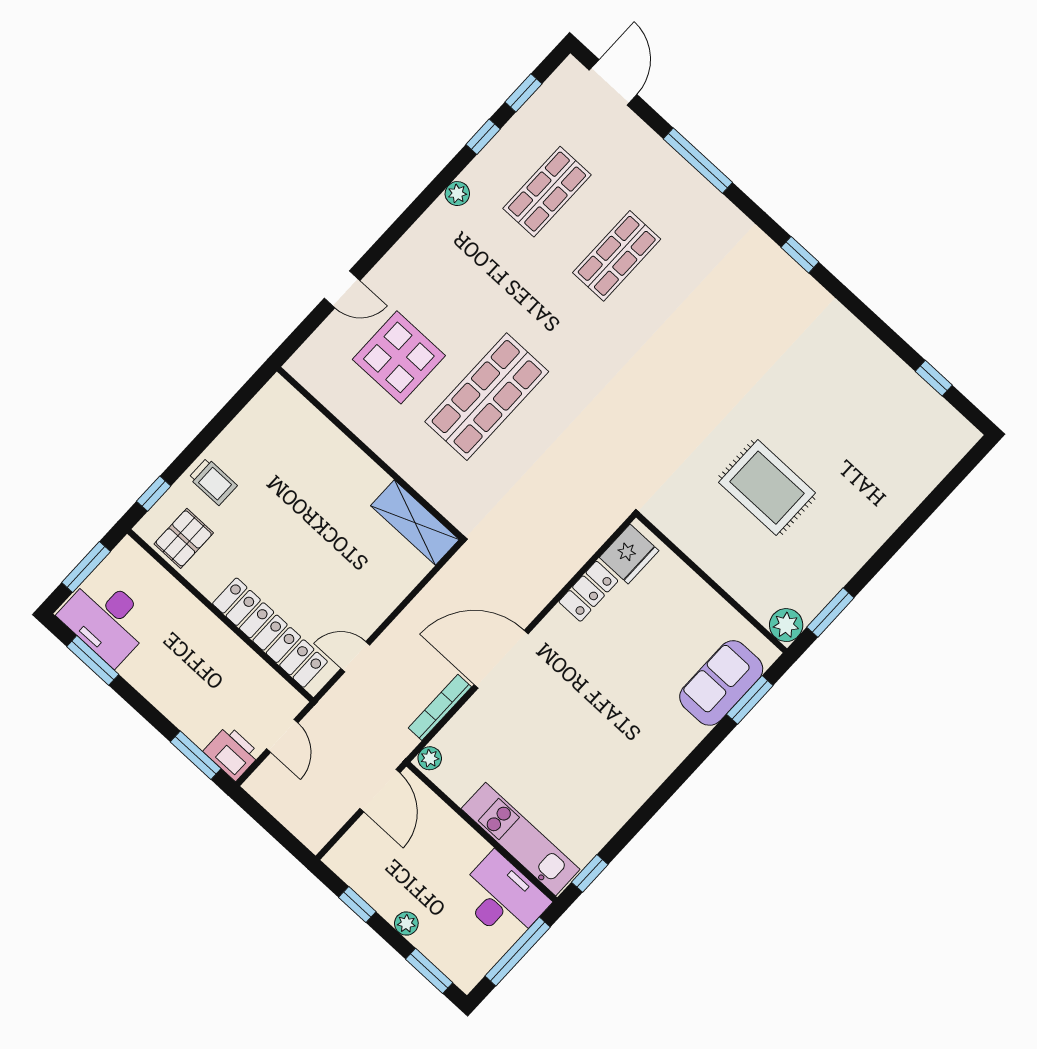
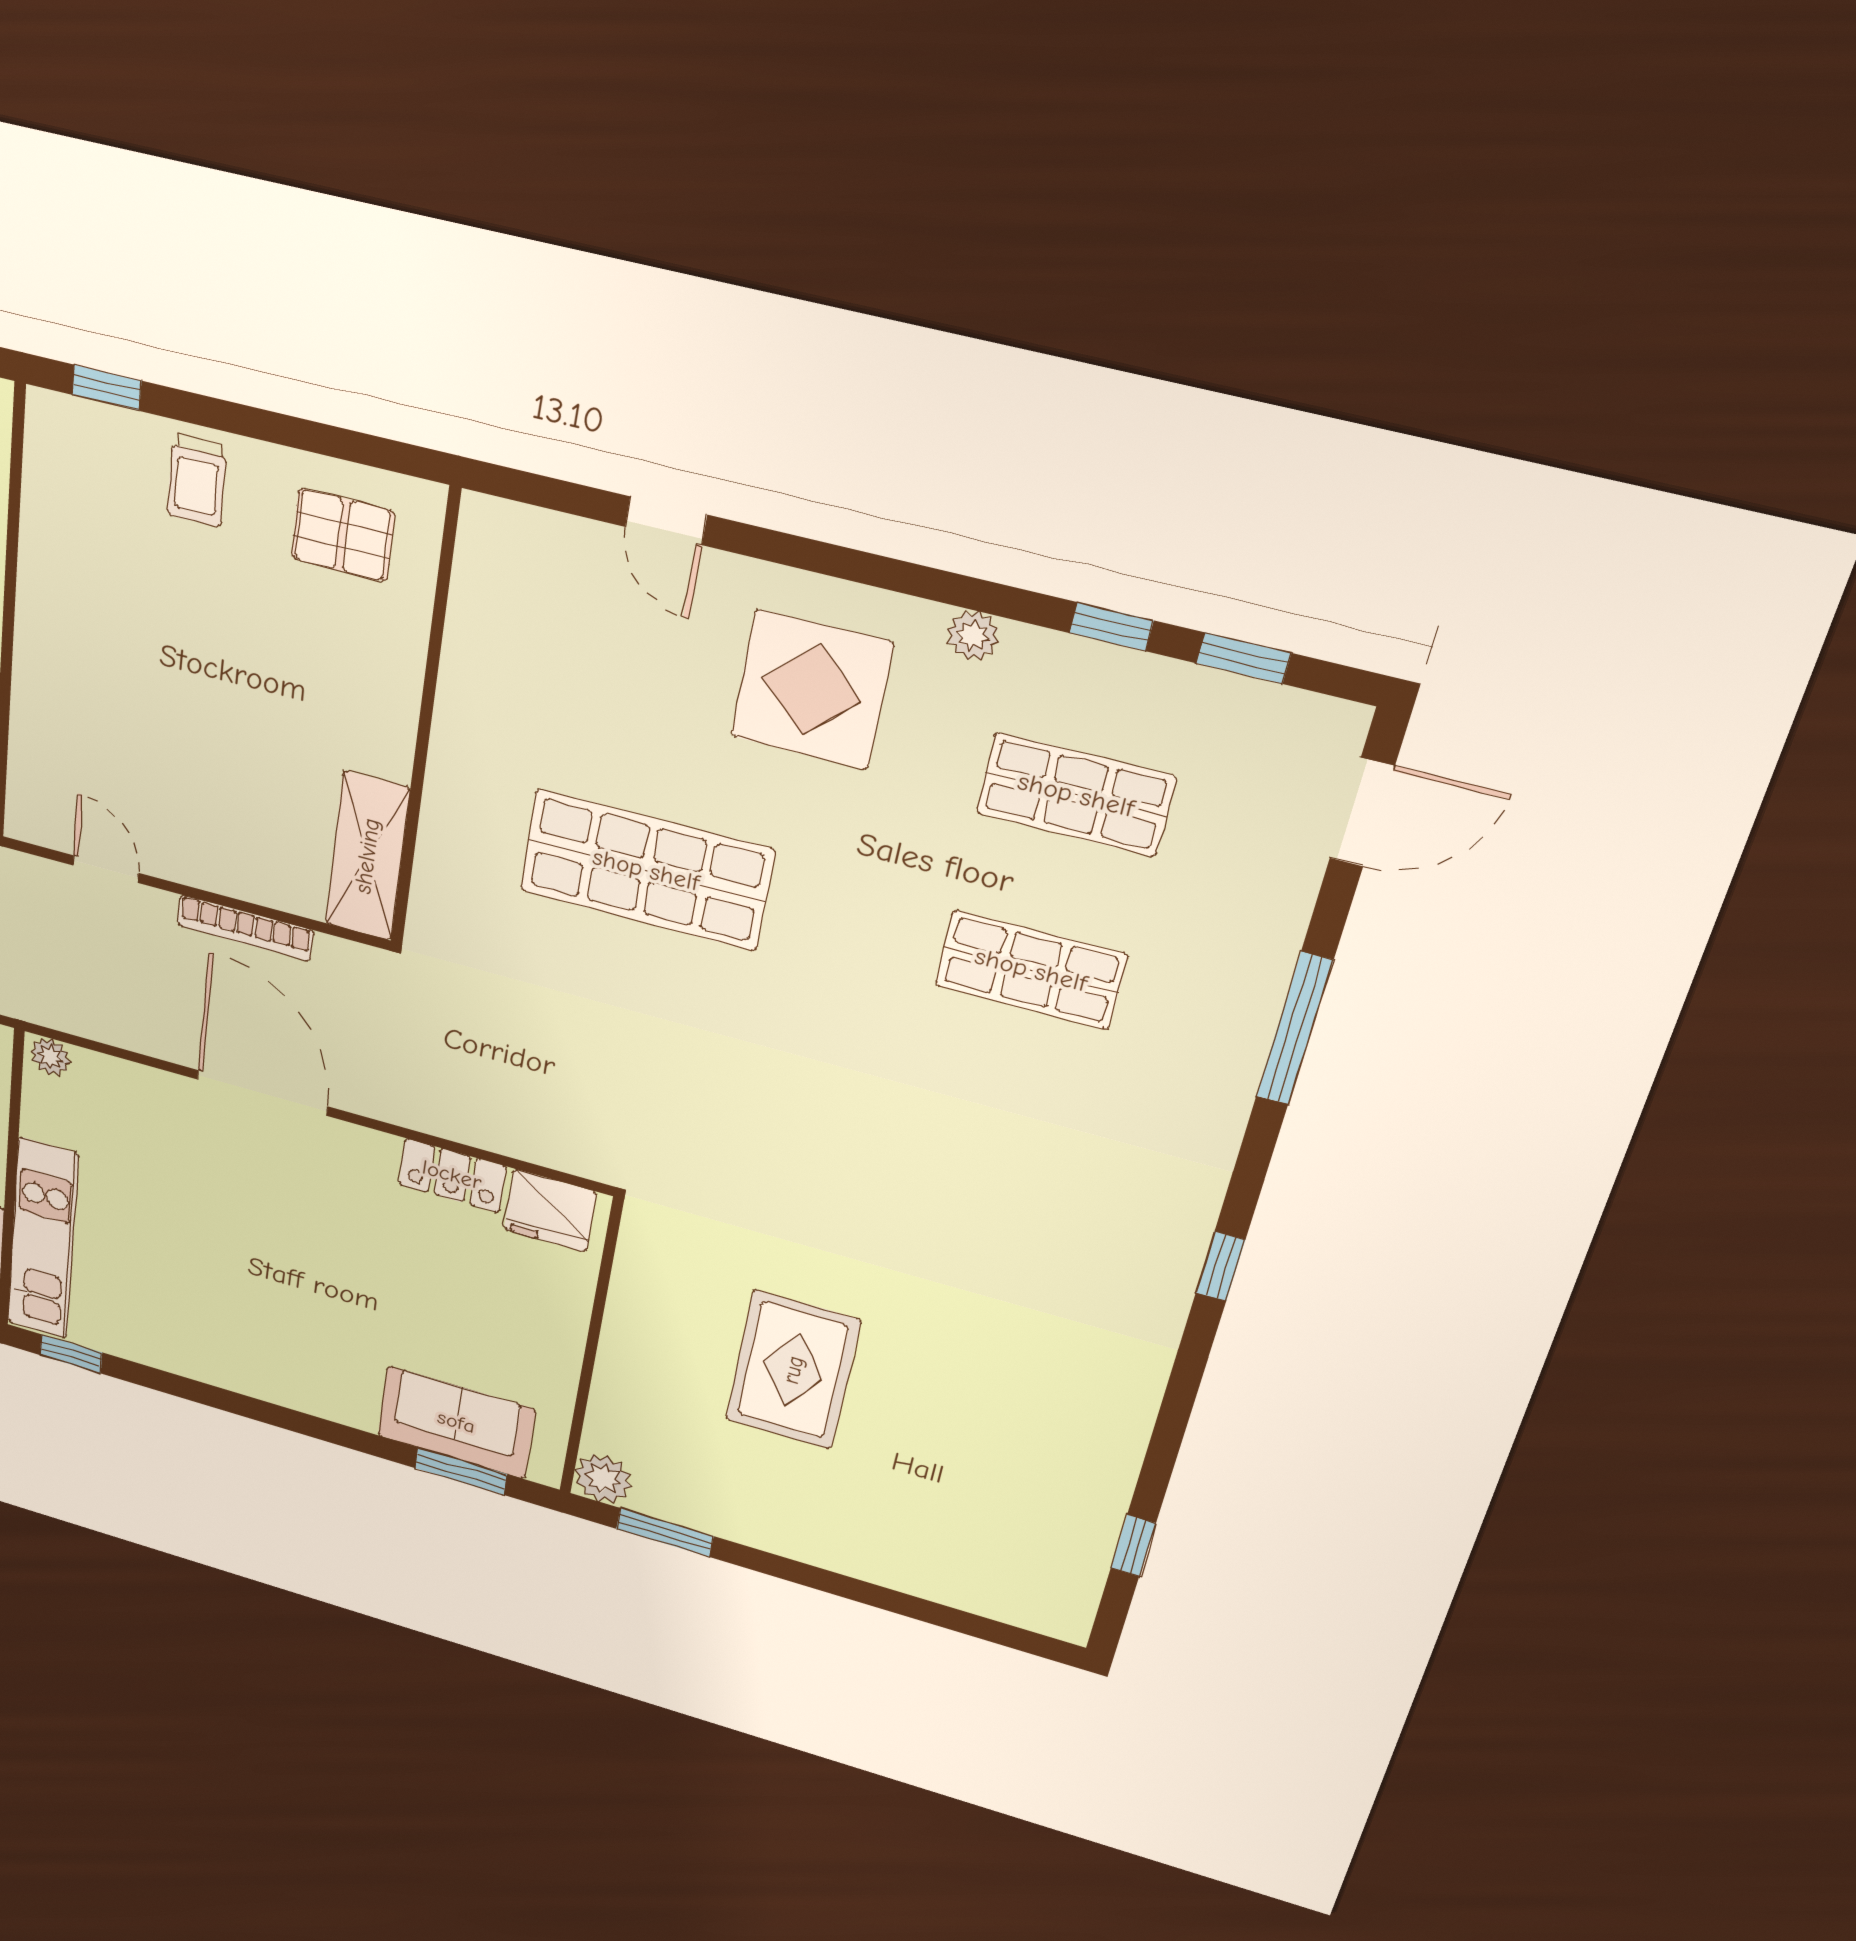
display table: (399, 357) -> (812, 690), moved
pallet: (184, 538) -> (343, 535), moved
locker: (270, 633) -> (42, 714), removed
bookcase: (440, 707) -> (245, 928), moved, turned 180

